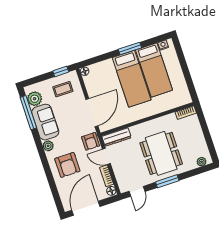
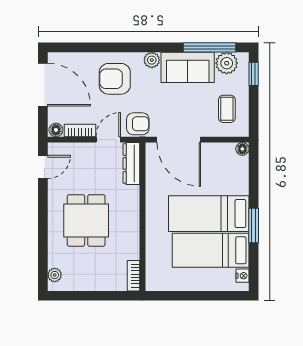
window: (61, 71) -> (254, 74), moved
armchair: (91, 141) -> (138, 124), turned 180
dining table: (161, 153) -> (86, 220), width x0.73
window: (167, 181) -> (43, 216), removed
door: (137, 191) -> (43, 167), swing flipped

